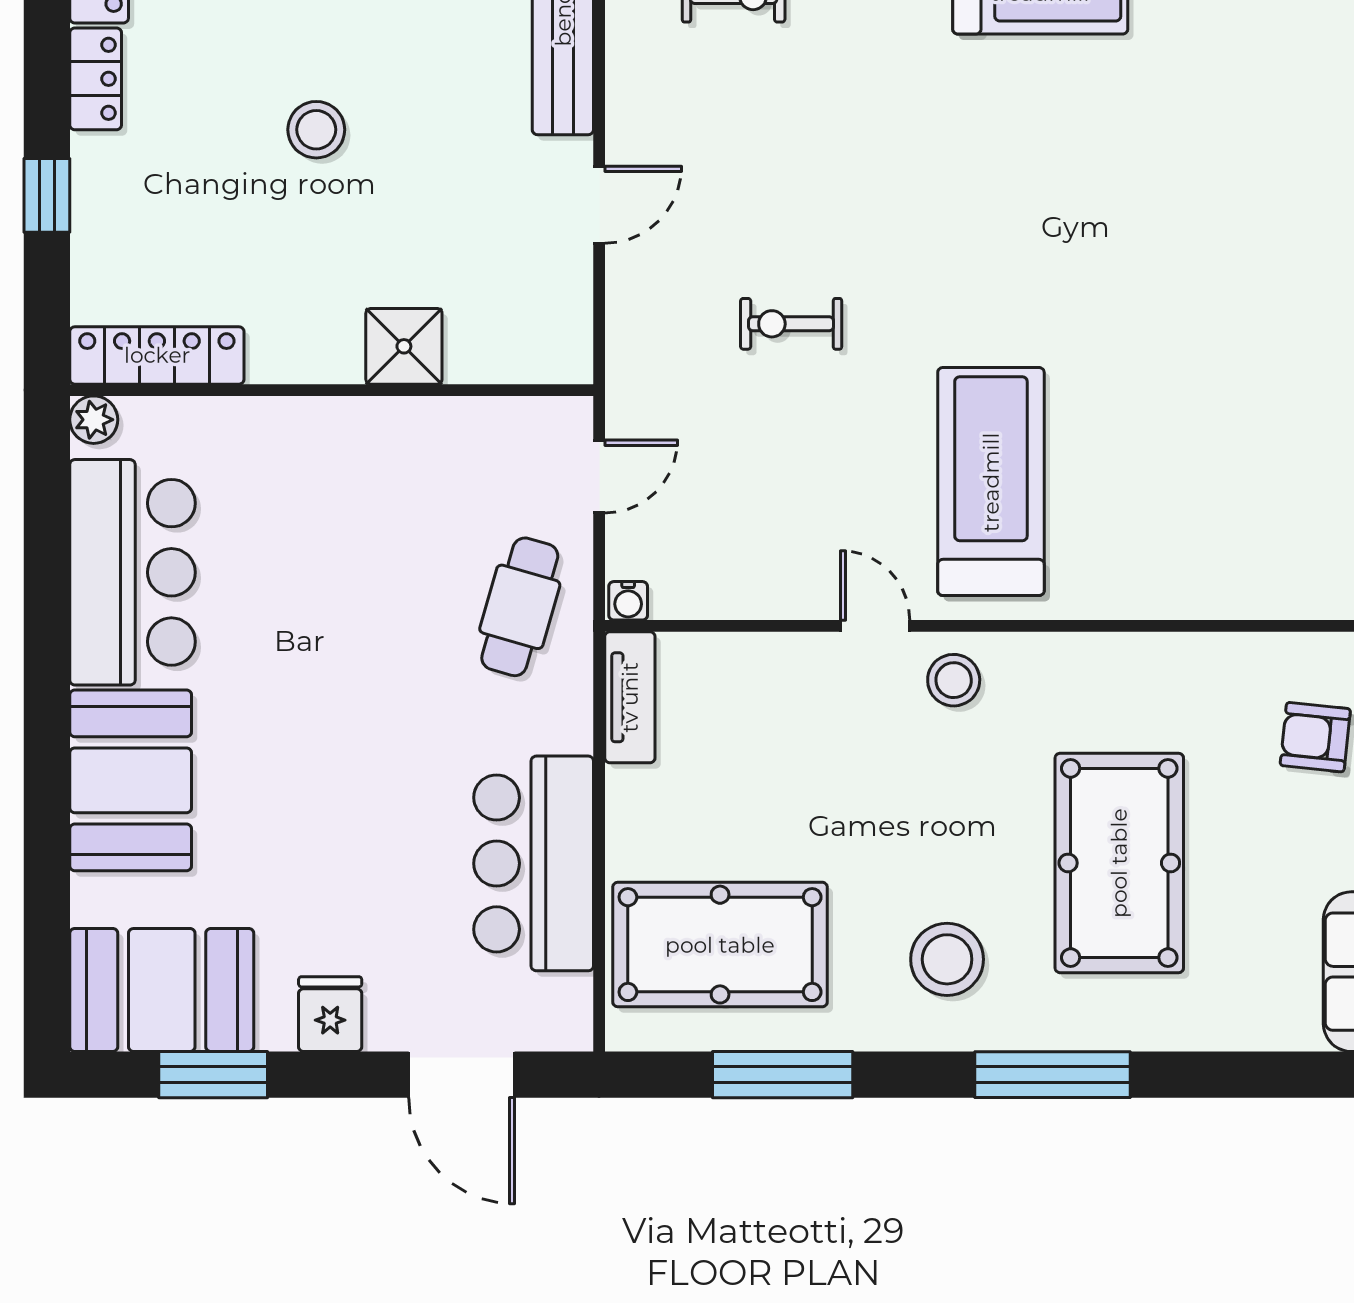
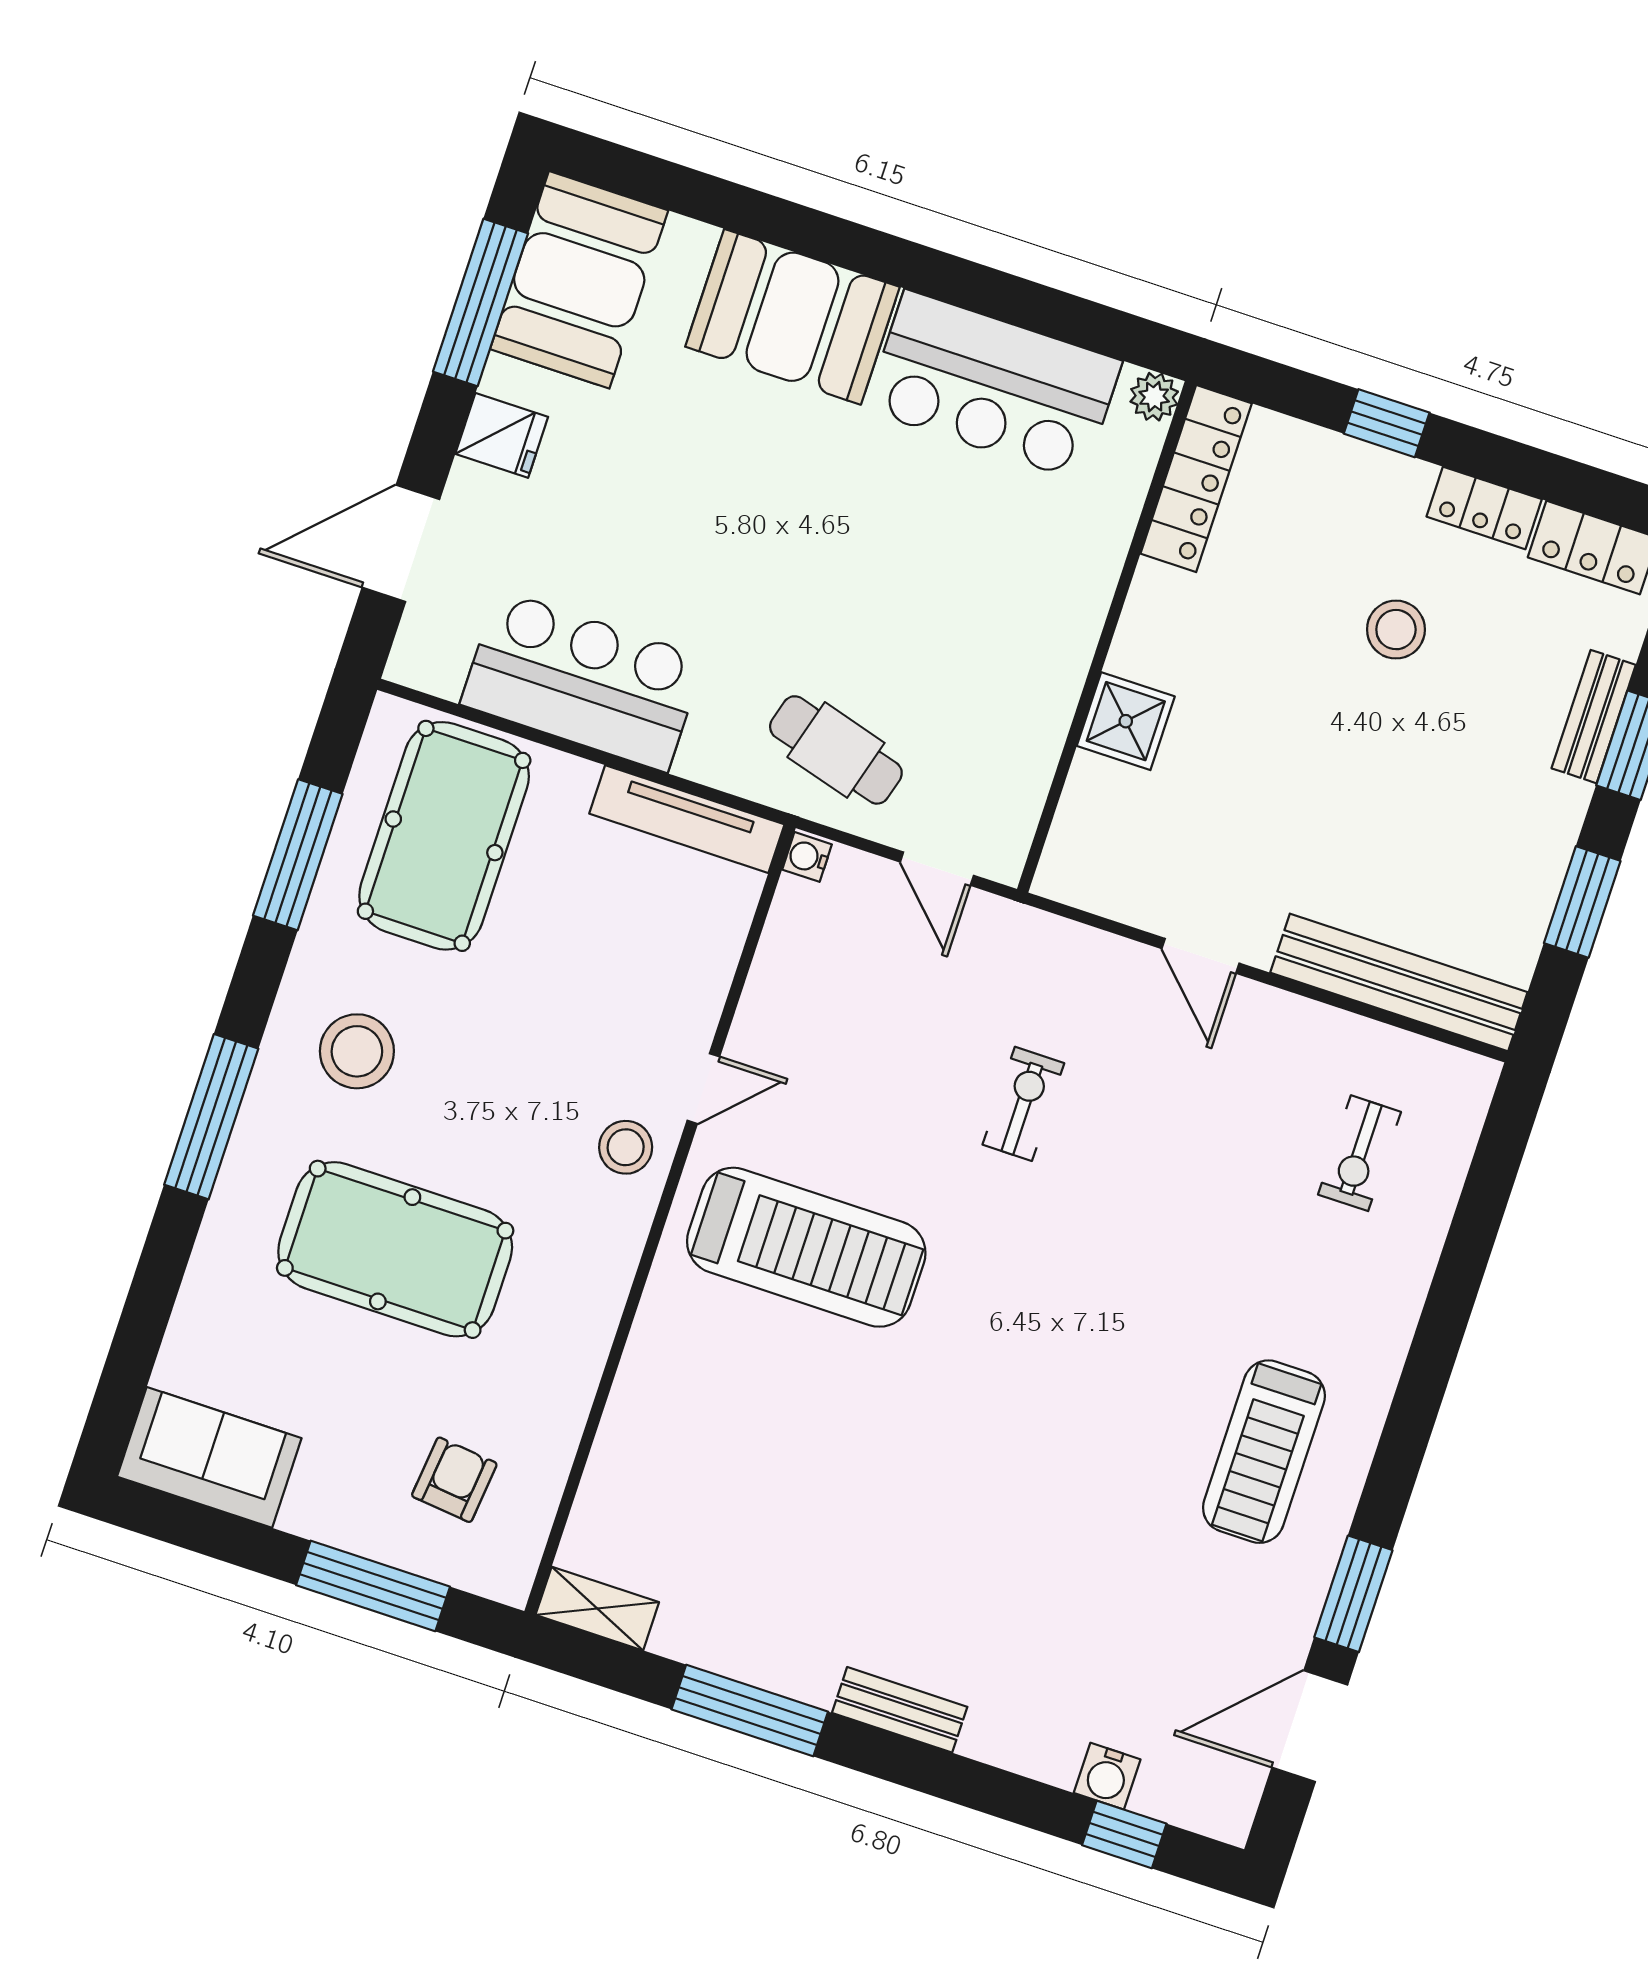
stool: (316, 130) -> (1396, 630), moved
tv unit: (630, 697) -> (687, 819), width x1.41
window: (213, 1075) -> (481, 302), width x1.44

